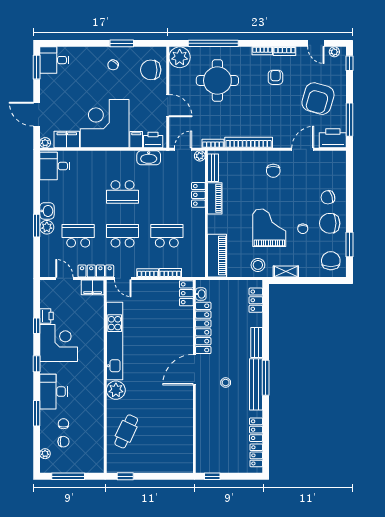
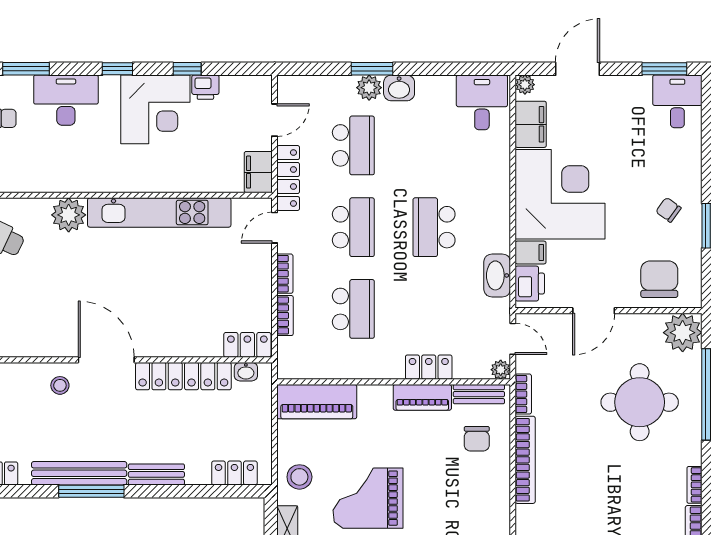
armchair: (275, 77) -> (645, 509), removed
chair: (273, 171) -> (477, 439), moved, turned -90
grand piano: (269, 228) -> (368, 498), turned 180
stool: (226, 383) -> (60, 385), moved

